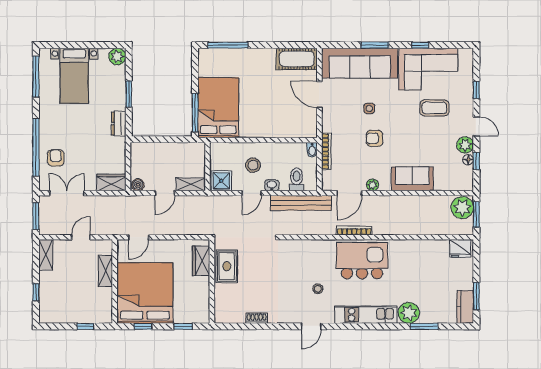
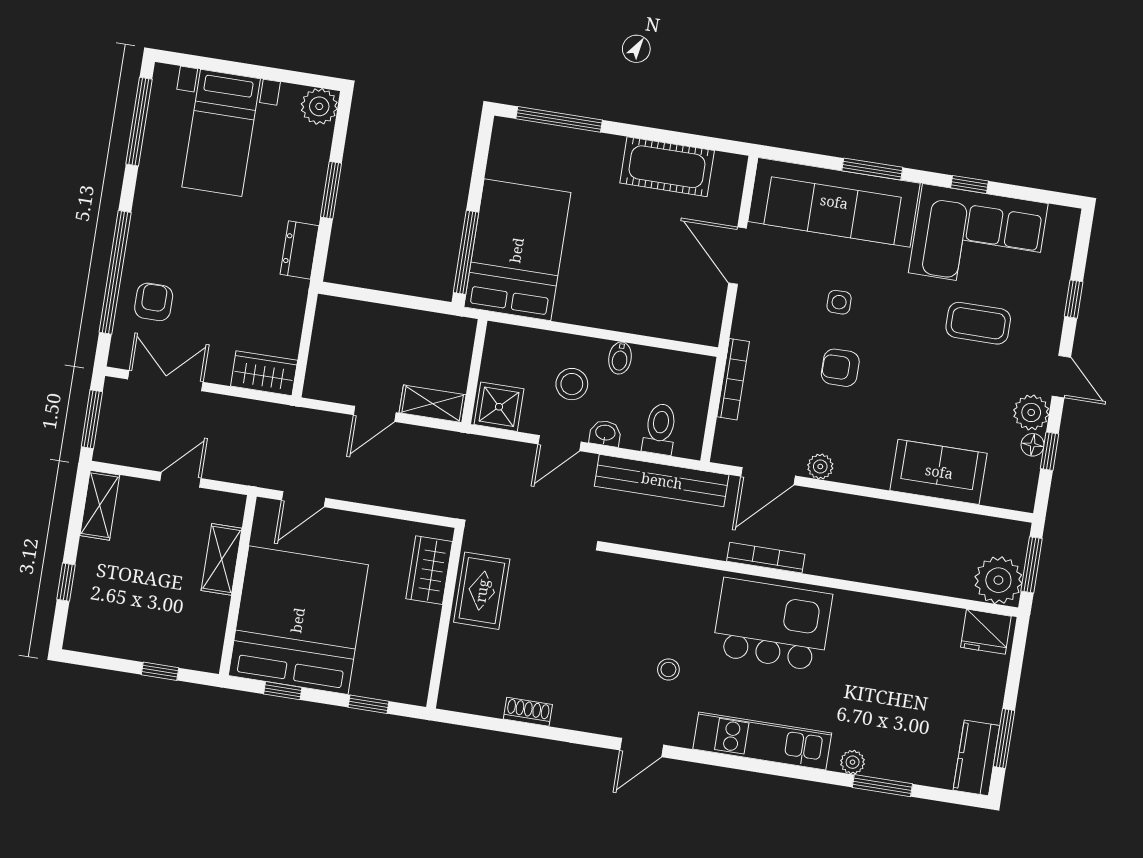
cot: (297, 59) -> (667, 167), moved
bidet: (312, 150) -> (620, 358), moved
sofa: (412, 179) -> (939, 472), moved
boiler: (138, 185) -> (320, 387), removed
plant: (462, 208) -> (998, 580), moved
plant: (409, 313) -> (853, 762), width x0.53, depth x0.53

